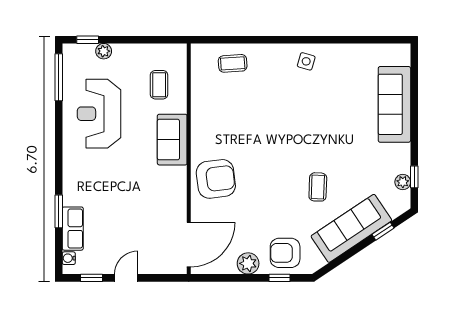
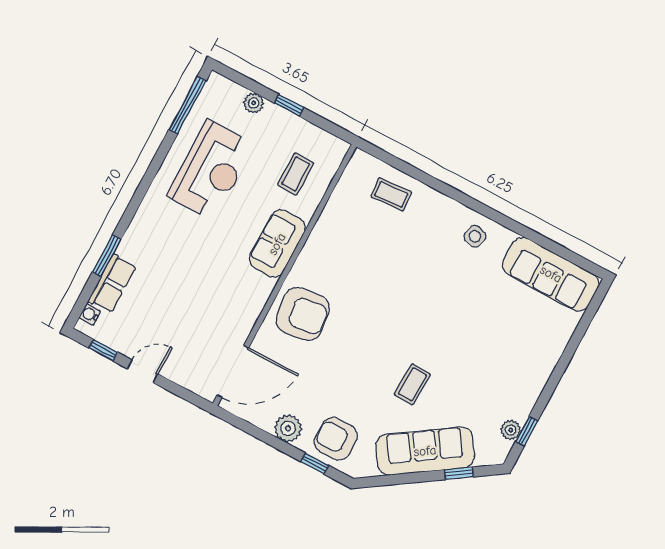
window: (88, 40) -> (289, 105), moved
sofa: (394, 104) -> (551, 274), moved, turned -90
reception desk: (99, 114) -> (211, 170), turned 180

